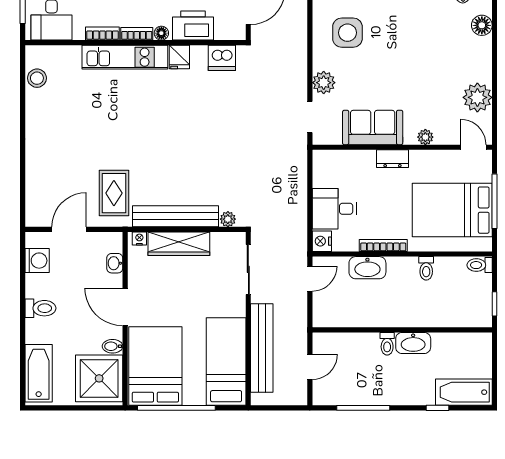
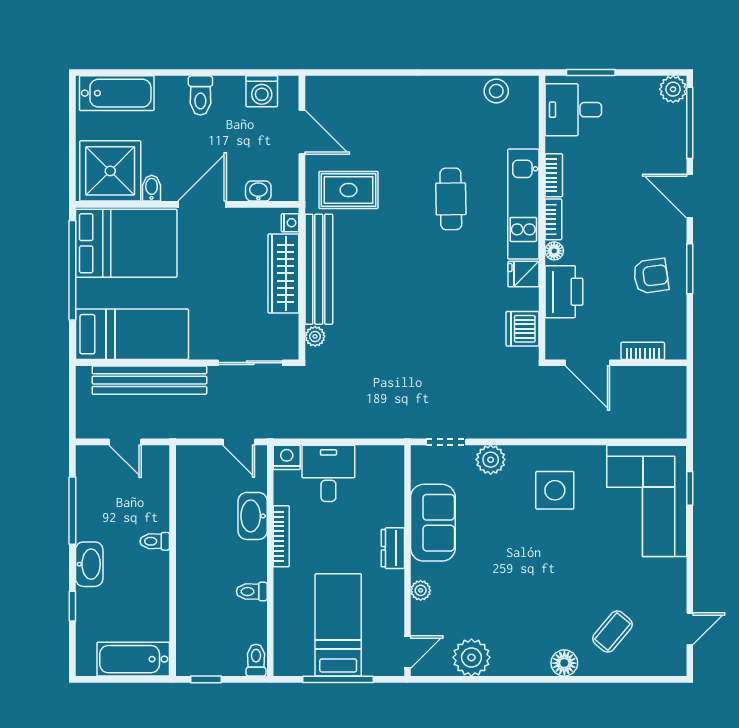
cafe table: (121, 114) -> (451, 199), added
bed: (452, 210) -> (338, 625), width x0.67
washbasin: (413, 343) -> (89, 564), moved, turned 180
bathtub: (464, 392) -> (133, 659), moved, turned -90

